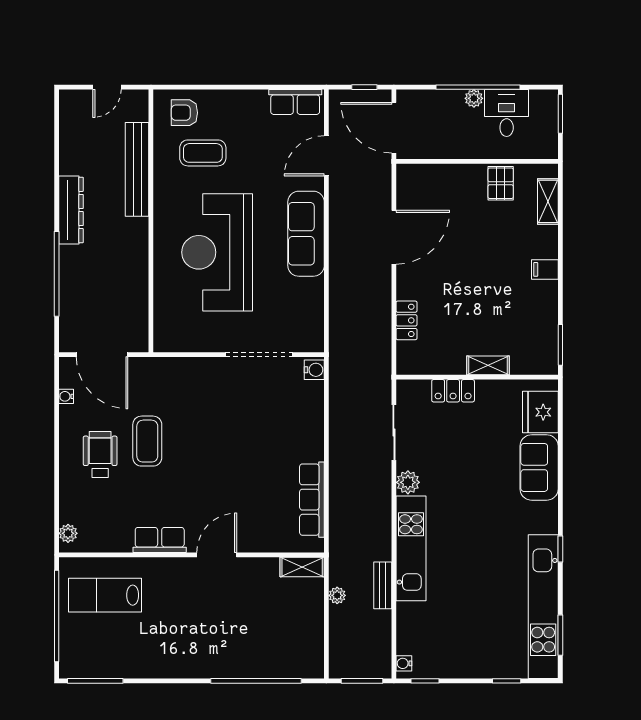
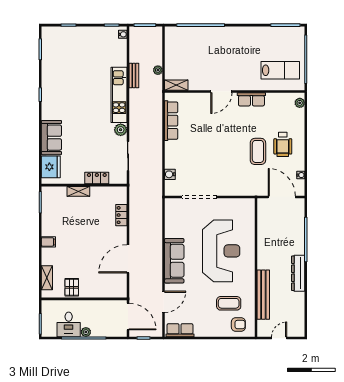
water cooler: (314, 370) -> (170, 174), moved
kitchen unit: (543, 607) -> (49, 64), removed

